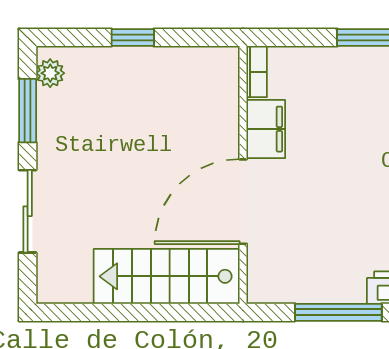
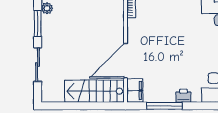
filing cabinet: (266, 129) -> (135, 90), moved

